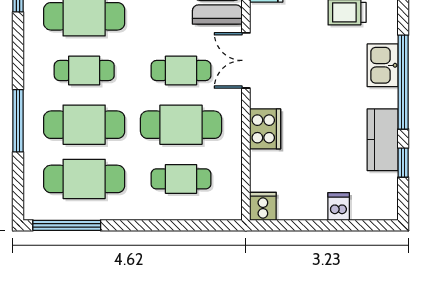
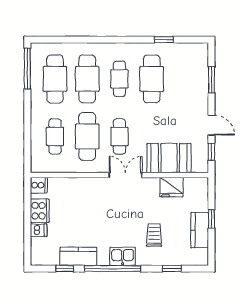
window: (18, 121) -> (90, 40), removed
cooker: (265, 129) -> (40, 211), moved, turned -90

